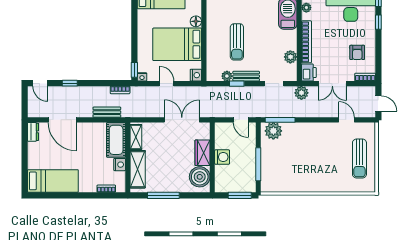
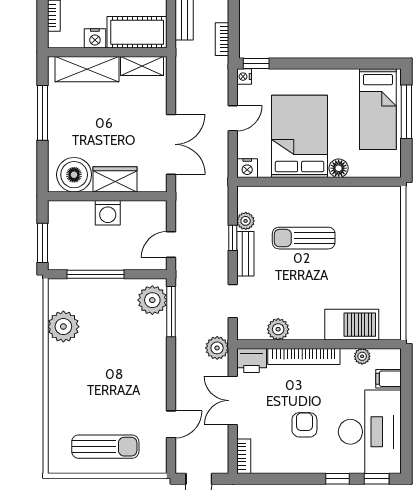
armchair: (357, 52) -> (304, 425), moved, turned 90
sun lounger: (359, 158) -> (105, 447), turned 180
plant: (289, 183) -> (63, 327), added

